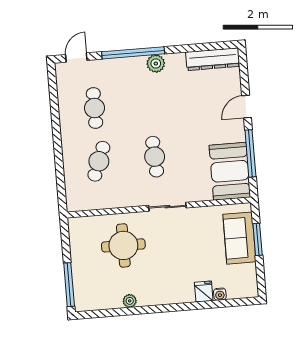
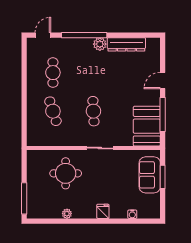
dresser: (213, 59) -> (126, 44), moved
cafe table: (99, 161) -> (53, 111), turned -39
fridge: (204, 291) -> (103, 211), moved

